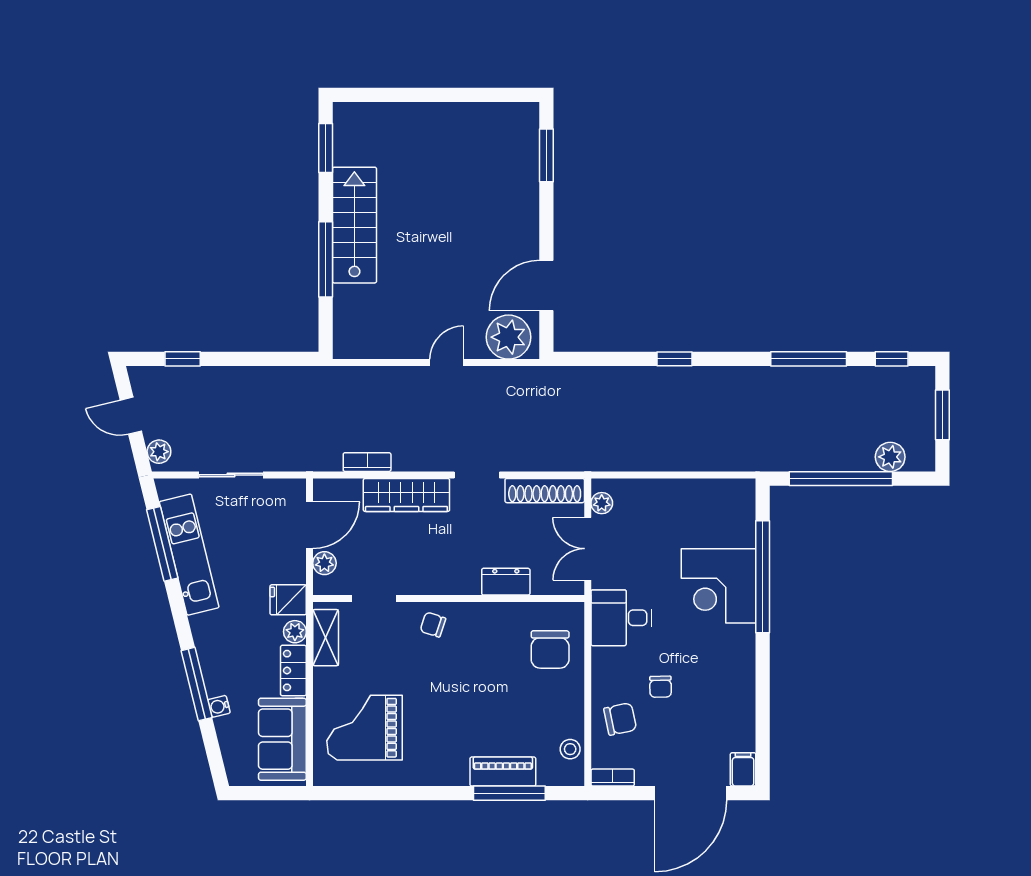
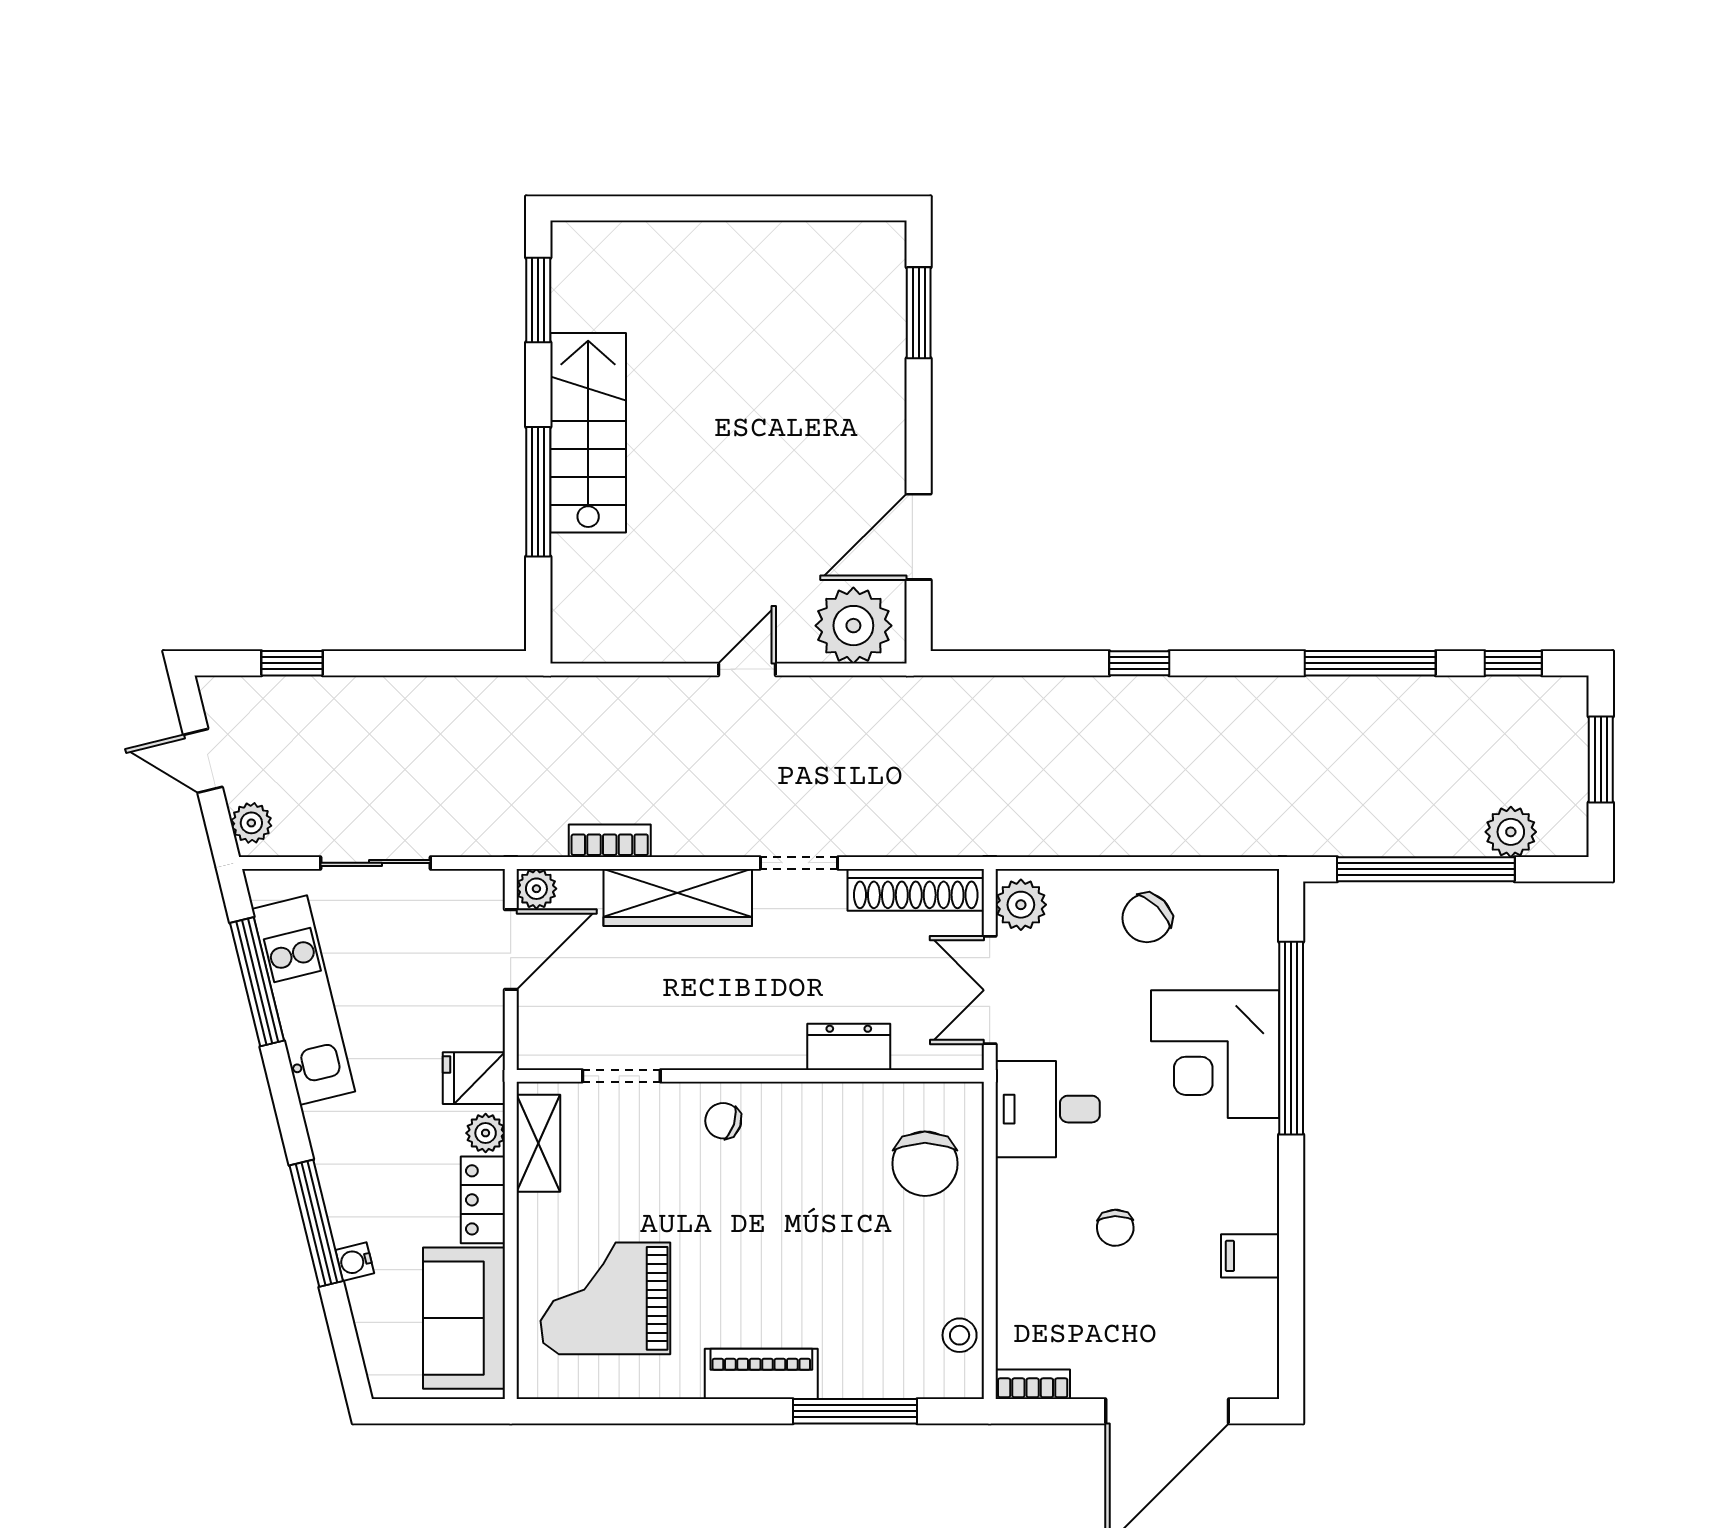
plant: (602, 503) -> (1021, 905), width x1.38, depth x1.38
plant: (324, 563) -> (536, 889), moved
chair: (620, 719) -> (1147, 918), moved, turned 147
filing cabinet: (743, 769) -> (1250, 1256), moved, turned -90
piano: (503, 772) -> (761, 1374), moved

